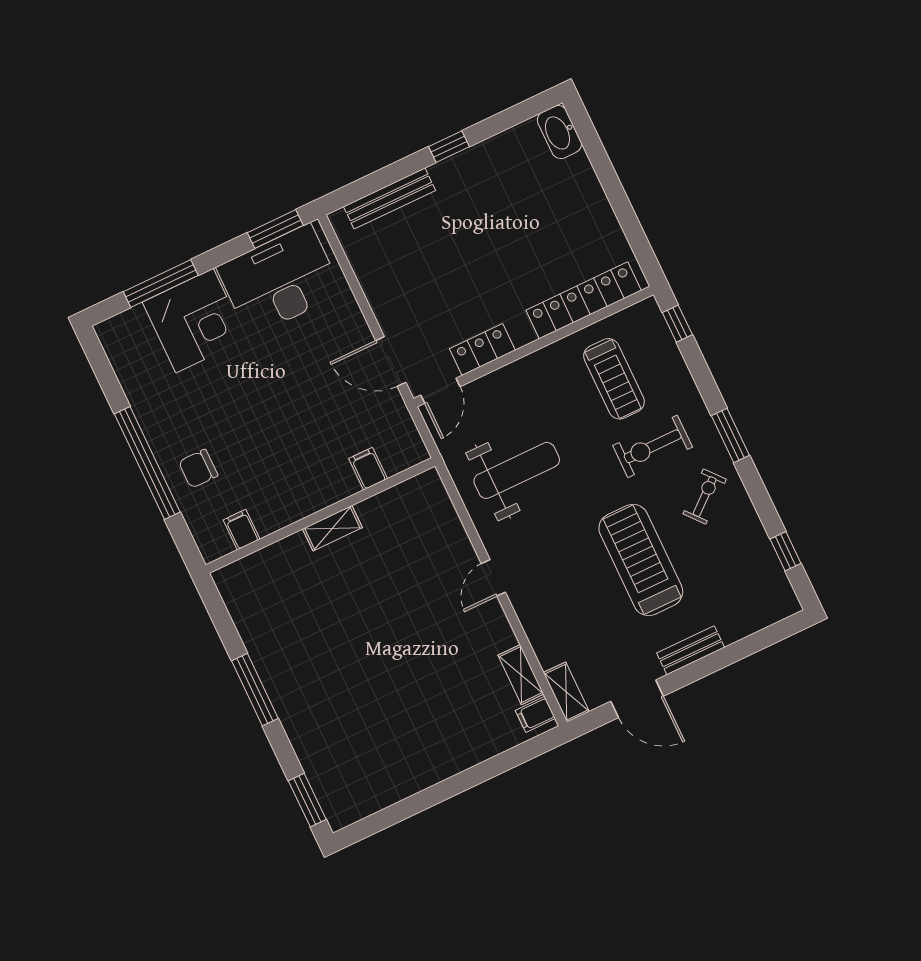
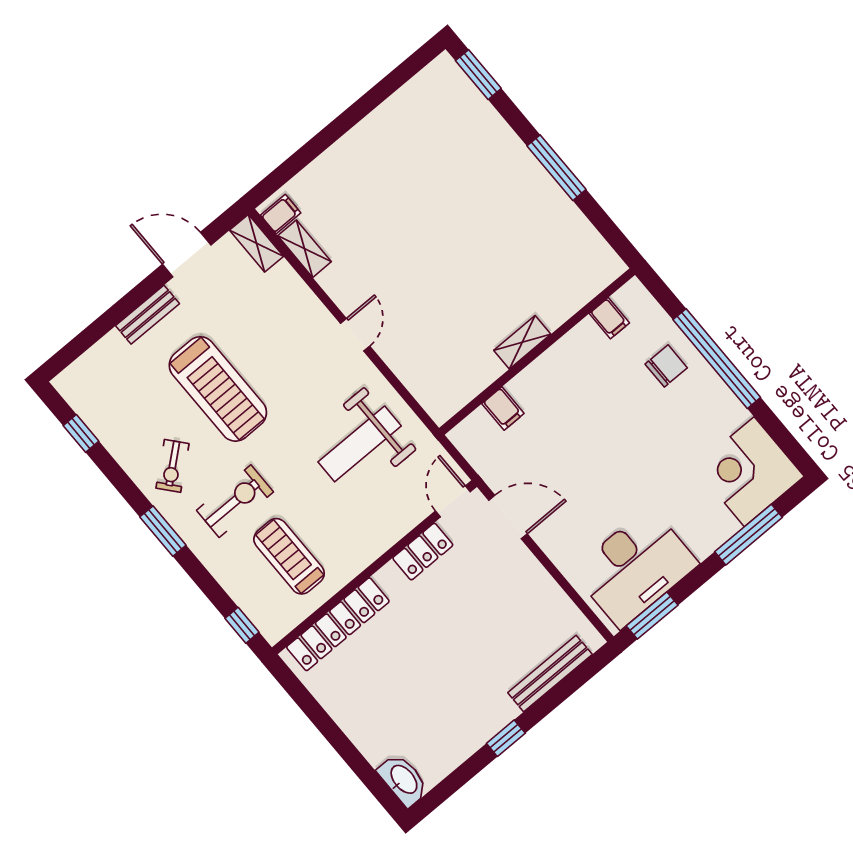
corner desk: (194, 321) -> (749, 472), moved

